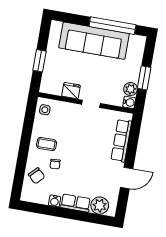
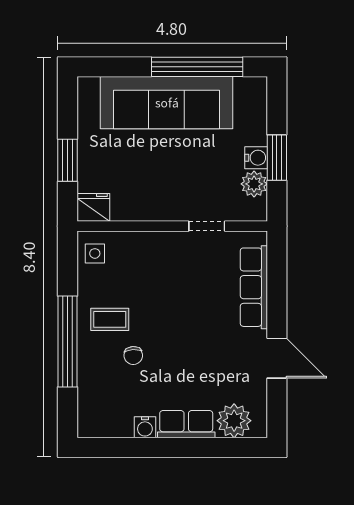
fridge: (71, 91) -> (93, 207), moved
water cooler: (129, 102) -> (256, 158), moved
doorway: (91, 104) -> (207, 226), moved
window: (23, 151) -> (67, 342), added
chair: (37, 176) -> (101, 384), removed
door: (127, 178) -> (277, 358), hinge flipped

